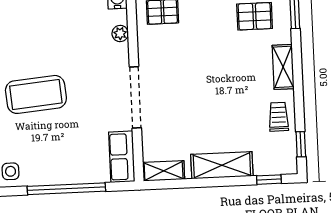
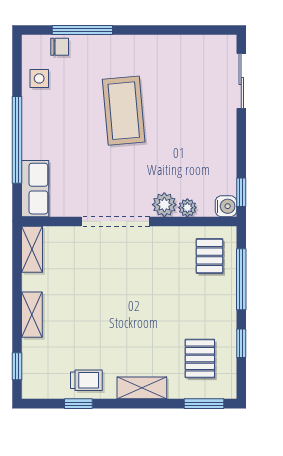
plant: (118, 54) -> (164, 205), added
window: (301, 144) -> (78, 404), moved
row of seats: (122, 157) -> (35, 189), moved, turned 90
shelving: (222, 165) -> (32, 315), width x0.67, depth x0.75

